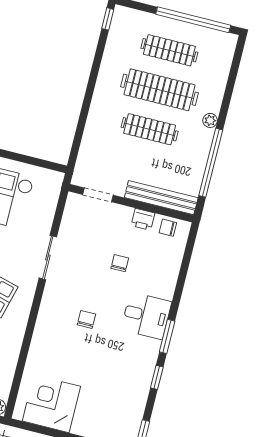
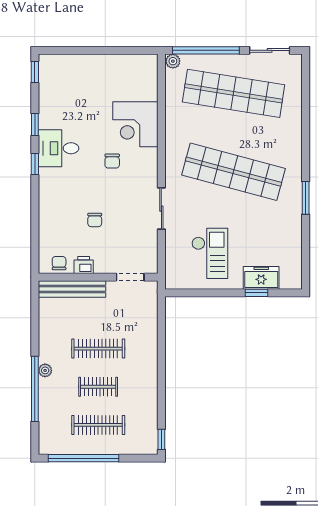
clothes rail: (160, 90) -> (98, 387), width x0.54, depth x0.76
window: (211, 163) -> (35, 389), moved
chair: (168, 228) -> (59, 263), turned -90
desk: (146, 316) -> (59, 148), moved
window: (167, 336) -> (35, 164), width x0.67
corner desk: (51, 404) -> (135, 124), moved, turned 90

